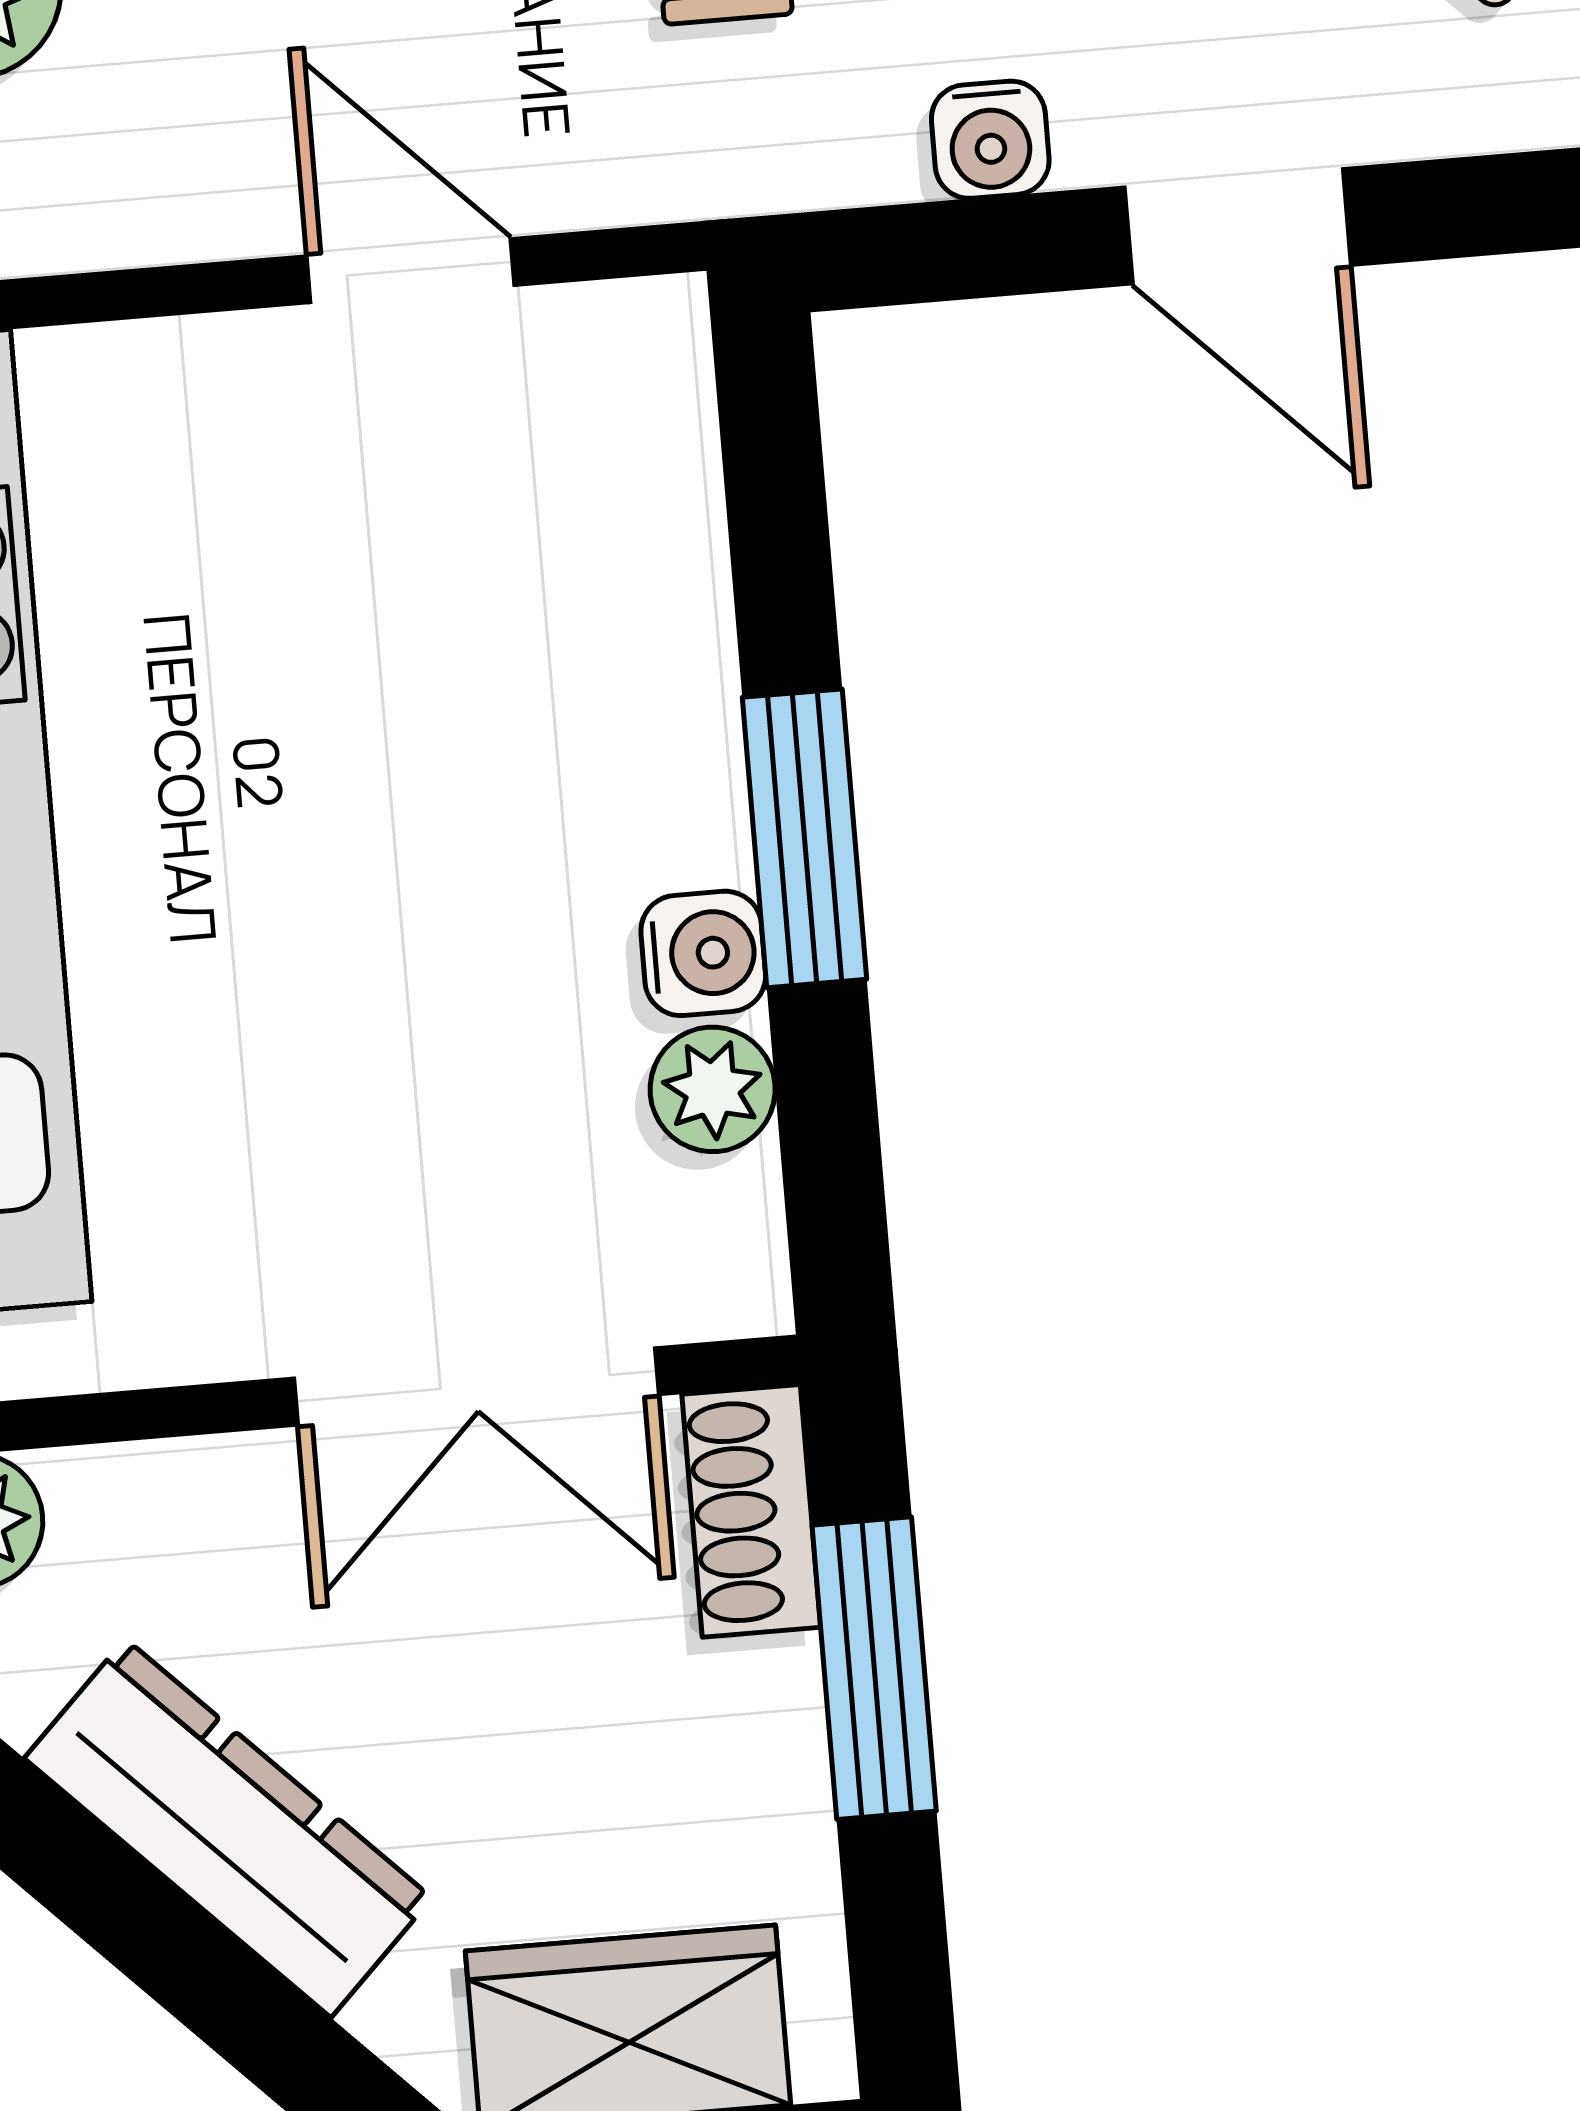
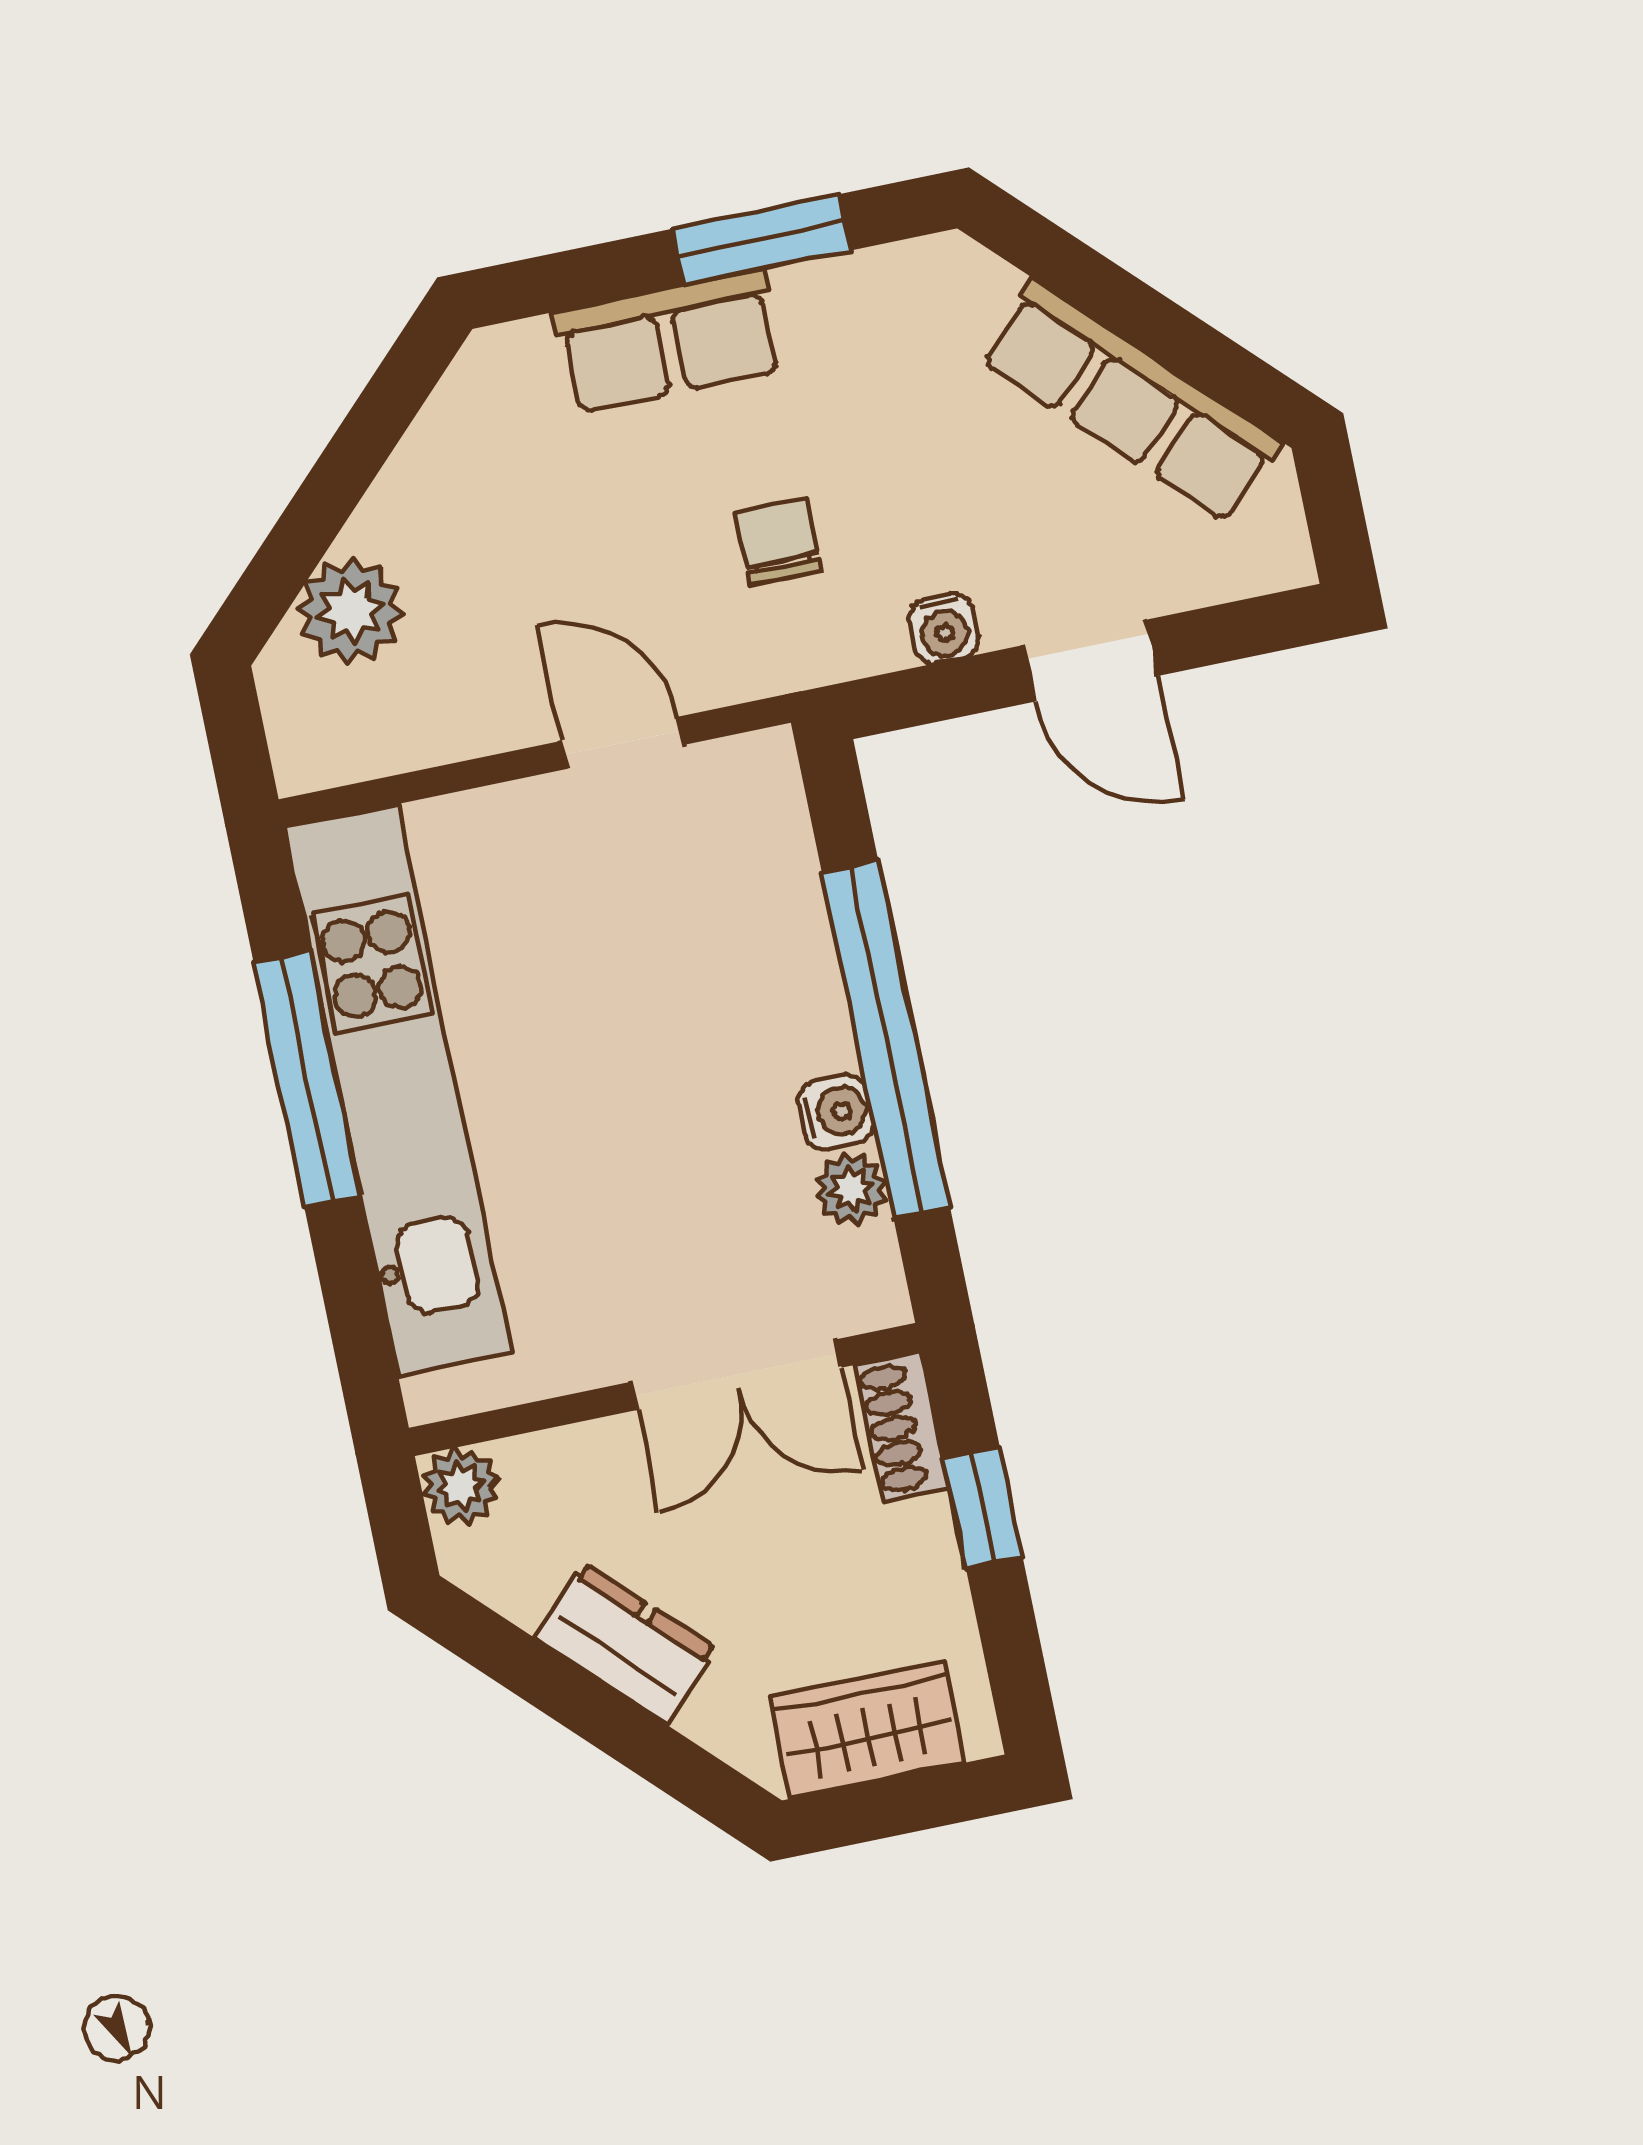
window: (804, 838) -> (886, 1039), width x2.11
window: (874, 1668) -> (983, 1508), width x0.67
dresser: (228, 1828) -> (626, 1644), width x0.70

